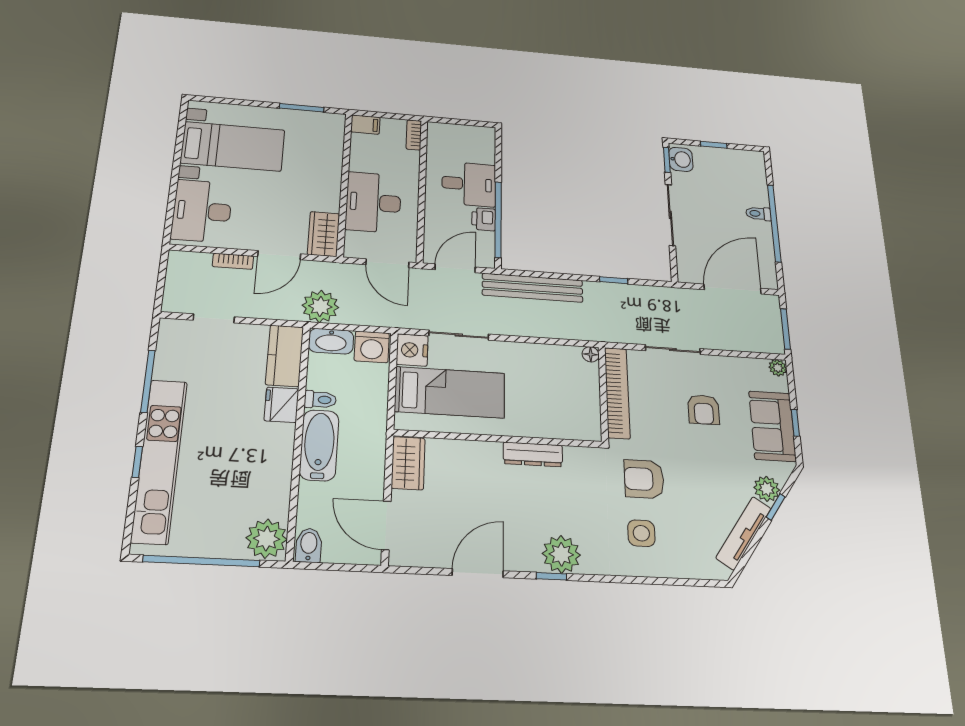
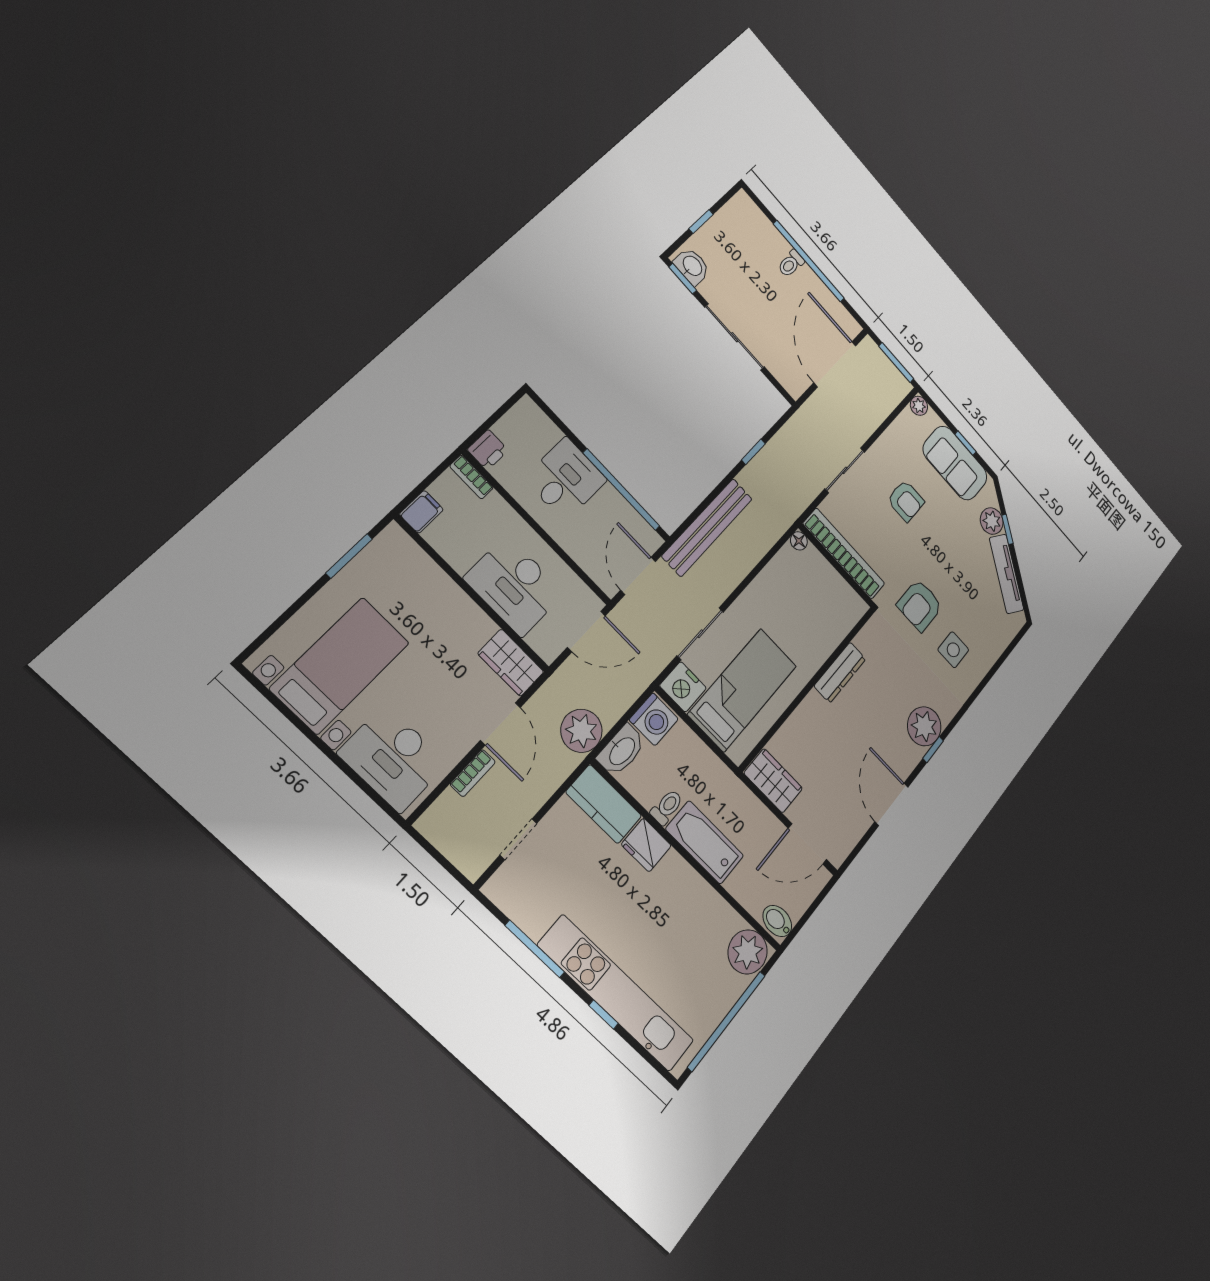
printer: (484, 219) -> (488, 450), moved, turned -90

